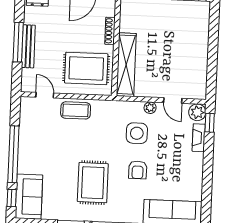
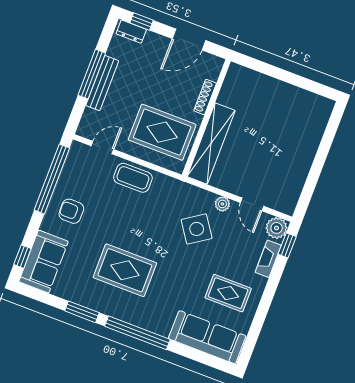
door: (45, 95) -> (102, 148), hinge flipped
side table: (137, 133) -> (197, 229), turned -34
window: (13, 154) -> (52, 179), moved
armchair: (138, 170) -> (71, 211), moved, turned 90
rug: (177, 174) -> (228, 293), added
rug: (93, 183) -> (125, 270), turned 90

